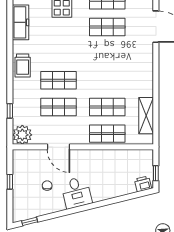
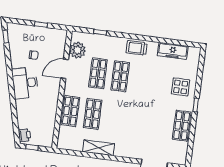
shop shelf: (107, 27) -> (159, 123), removed
shelving: (146, 116) -> (99, 148), moved
plant: (22, 135) -> (77, 50), moved
desk: (76, 193) -> (25, 83), width x1.37

